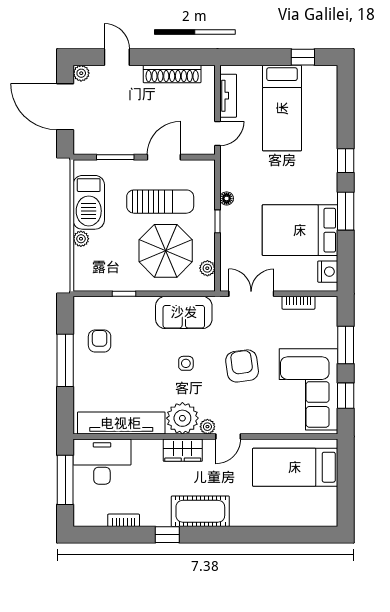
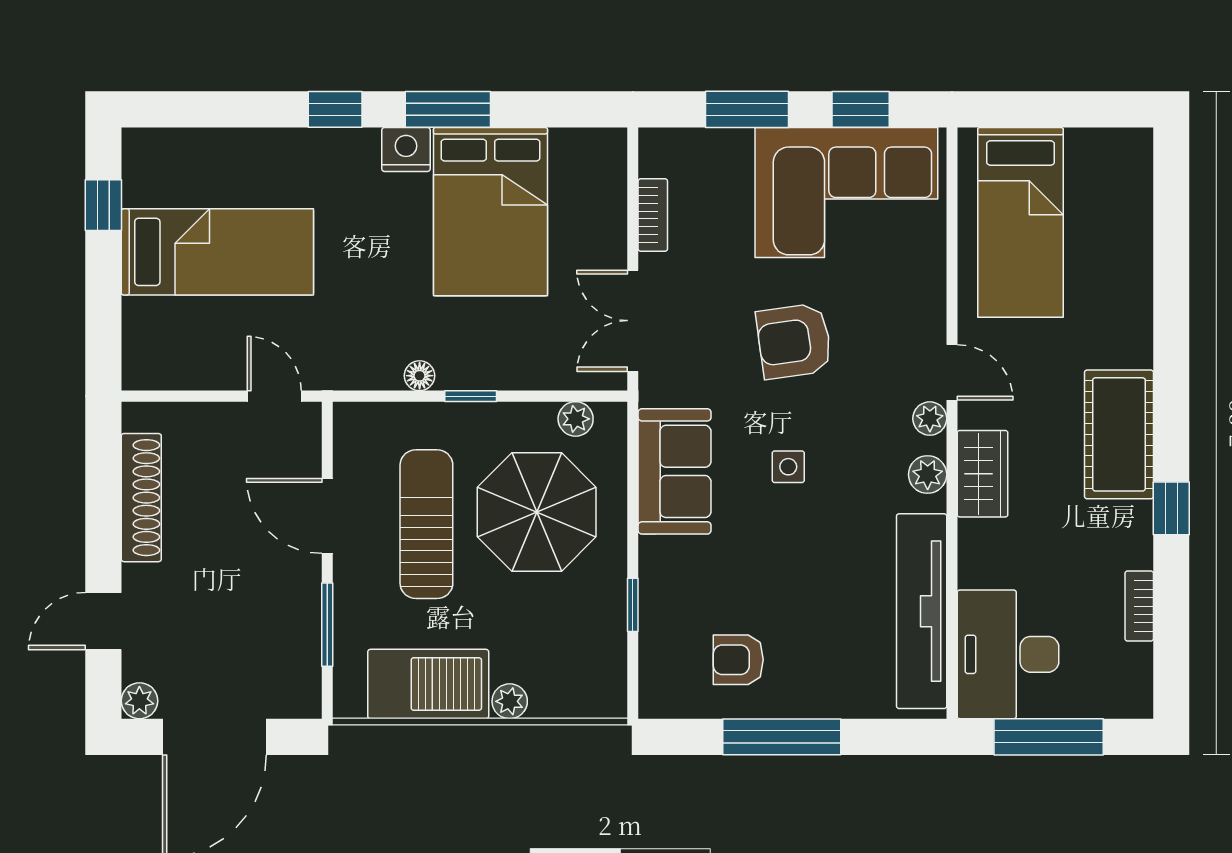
tv unit: (228, 96) -> (190, 372), removed
nightstand: (328, 272) -> (406, 149), moved
plant: (182, 418) -> (928, 475), width x0.53, depth x0.53

